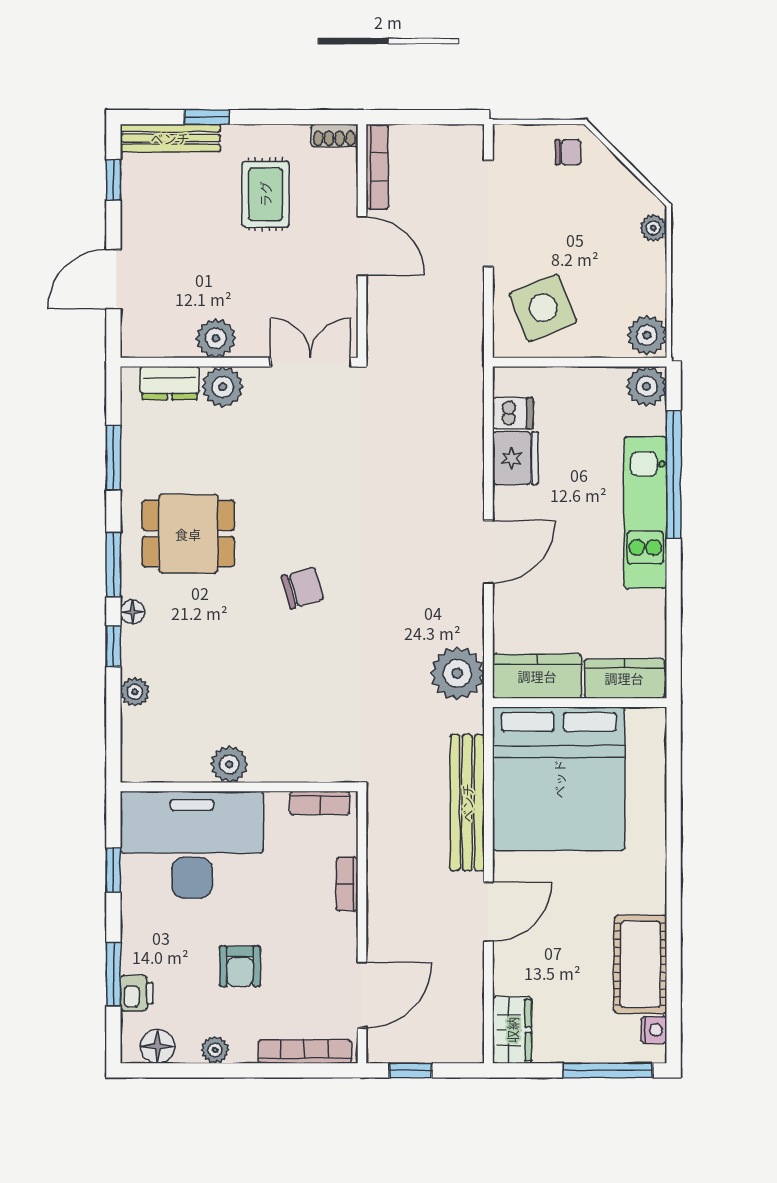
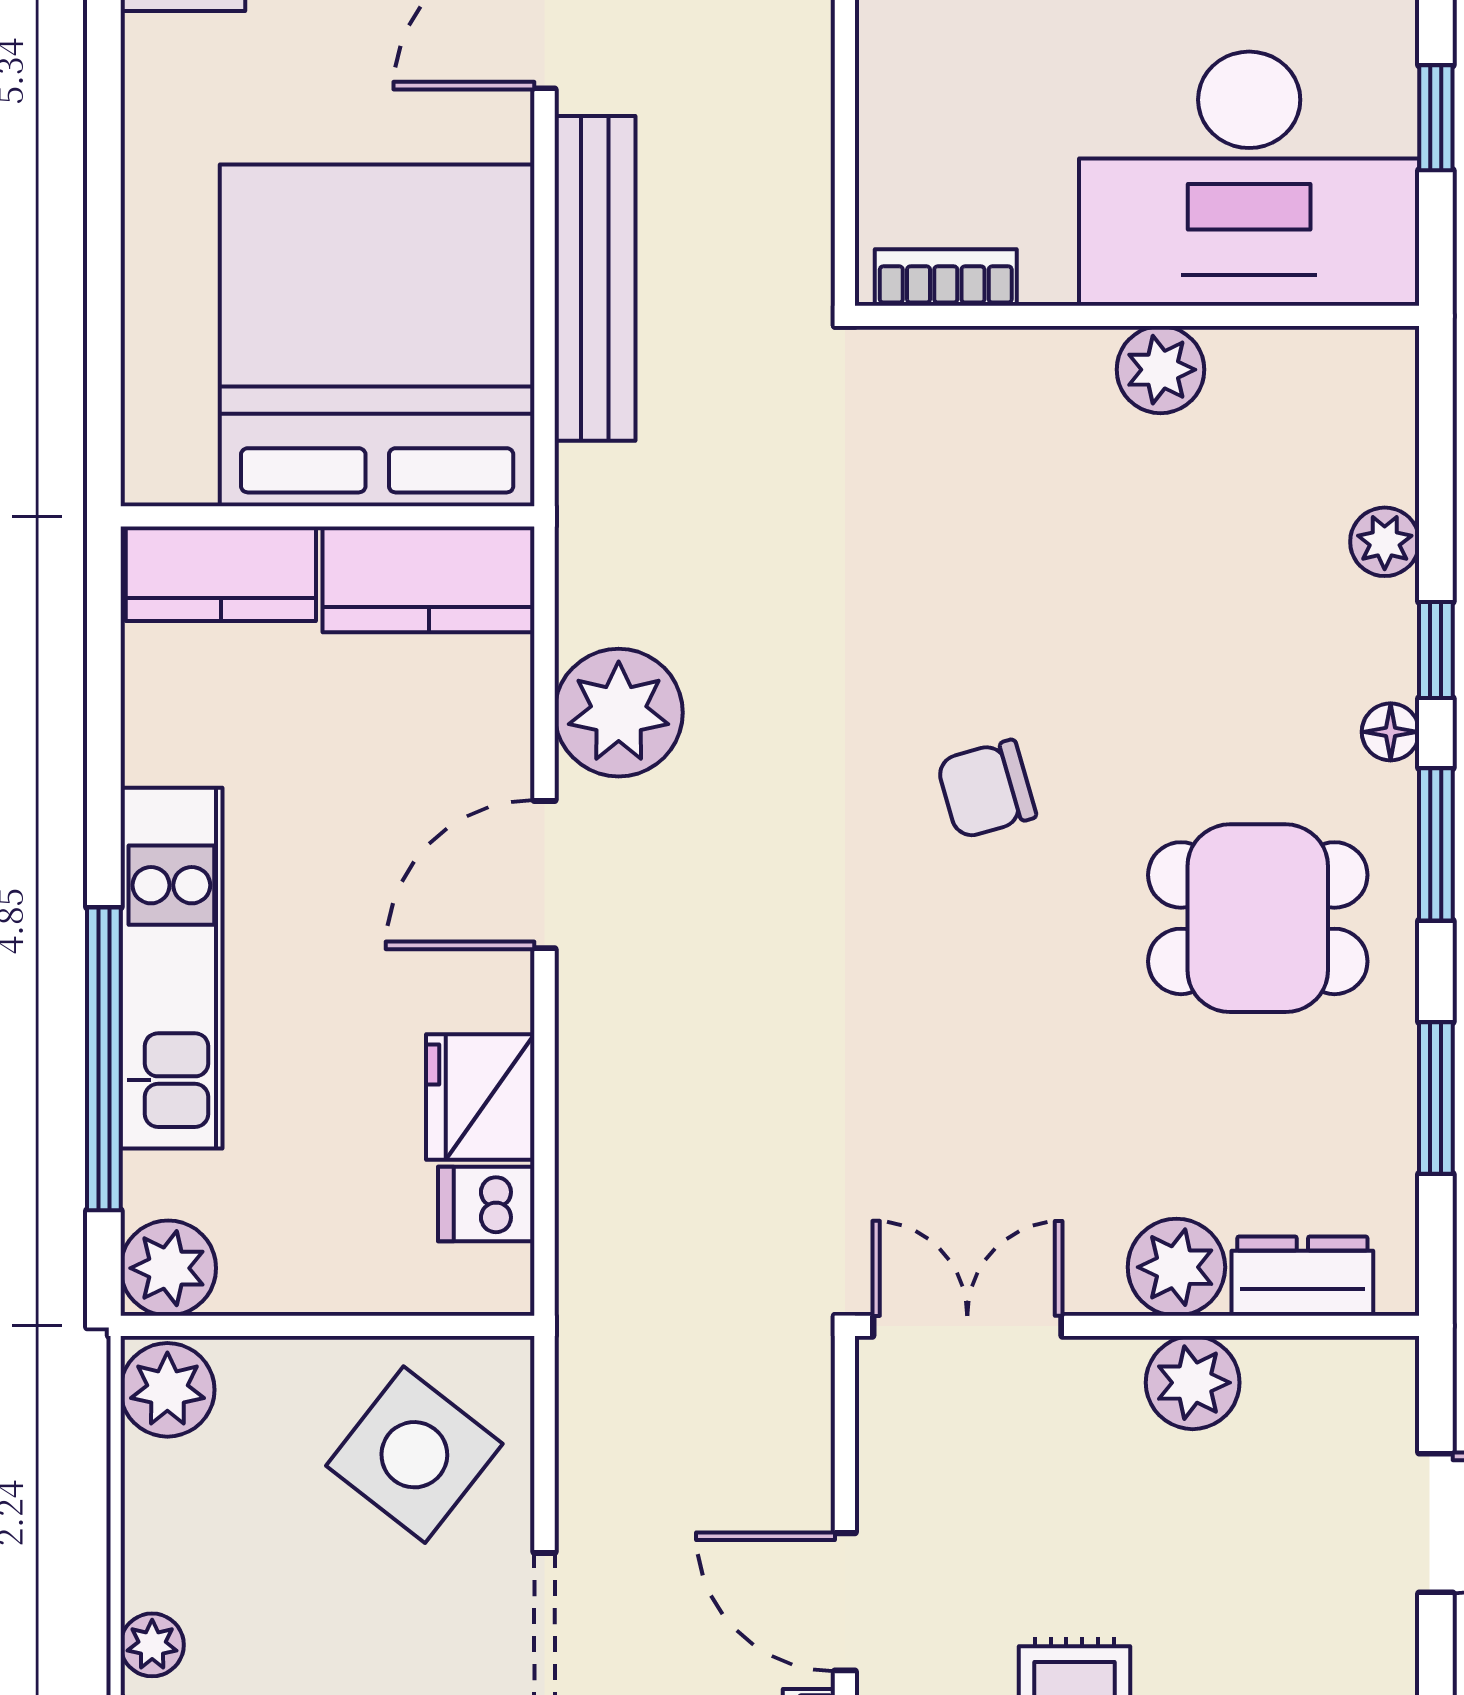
side table: (543, 308) -> (414, 1455), turned -30
double door: (310, 362) -> (967, 1326), swing flipped
plant: (457, 673) -> (619, 713), moved
bookcase: (347, 884) -> (880, 84), removed

